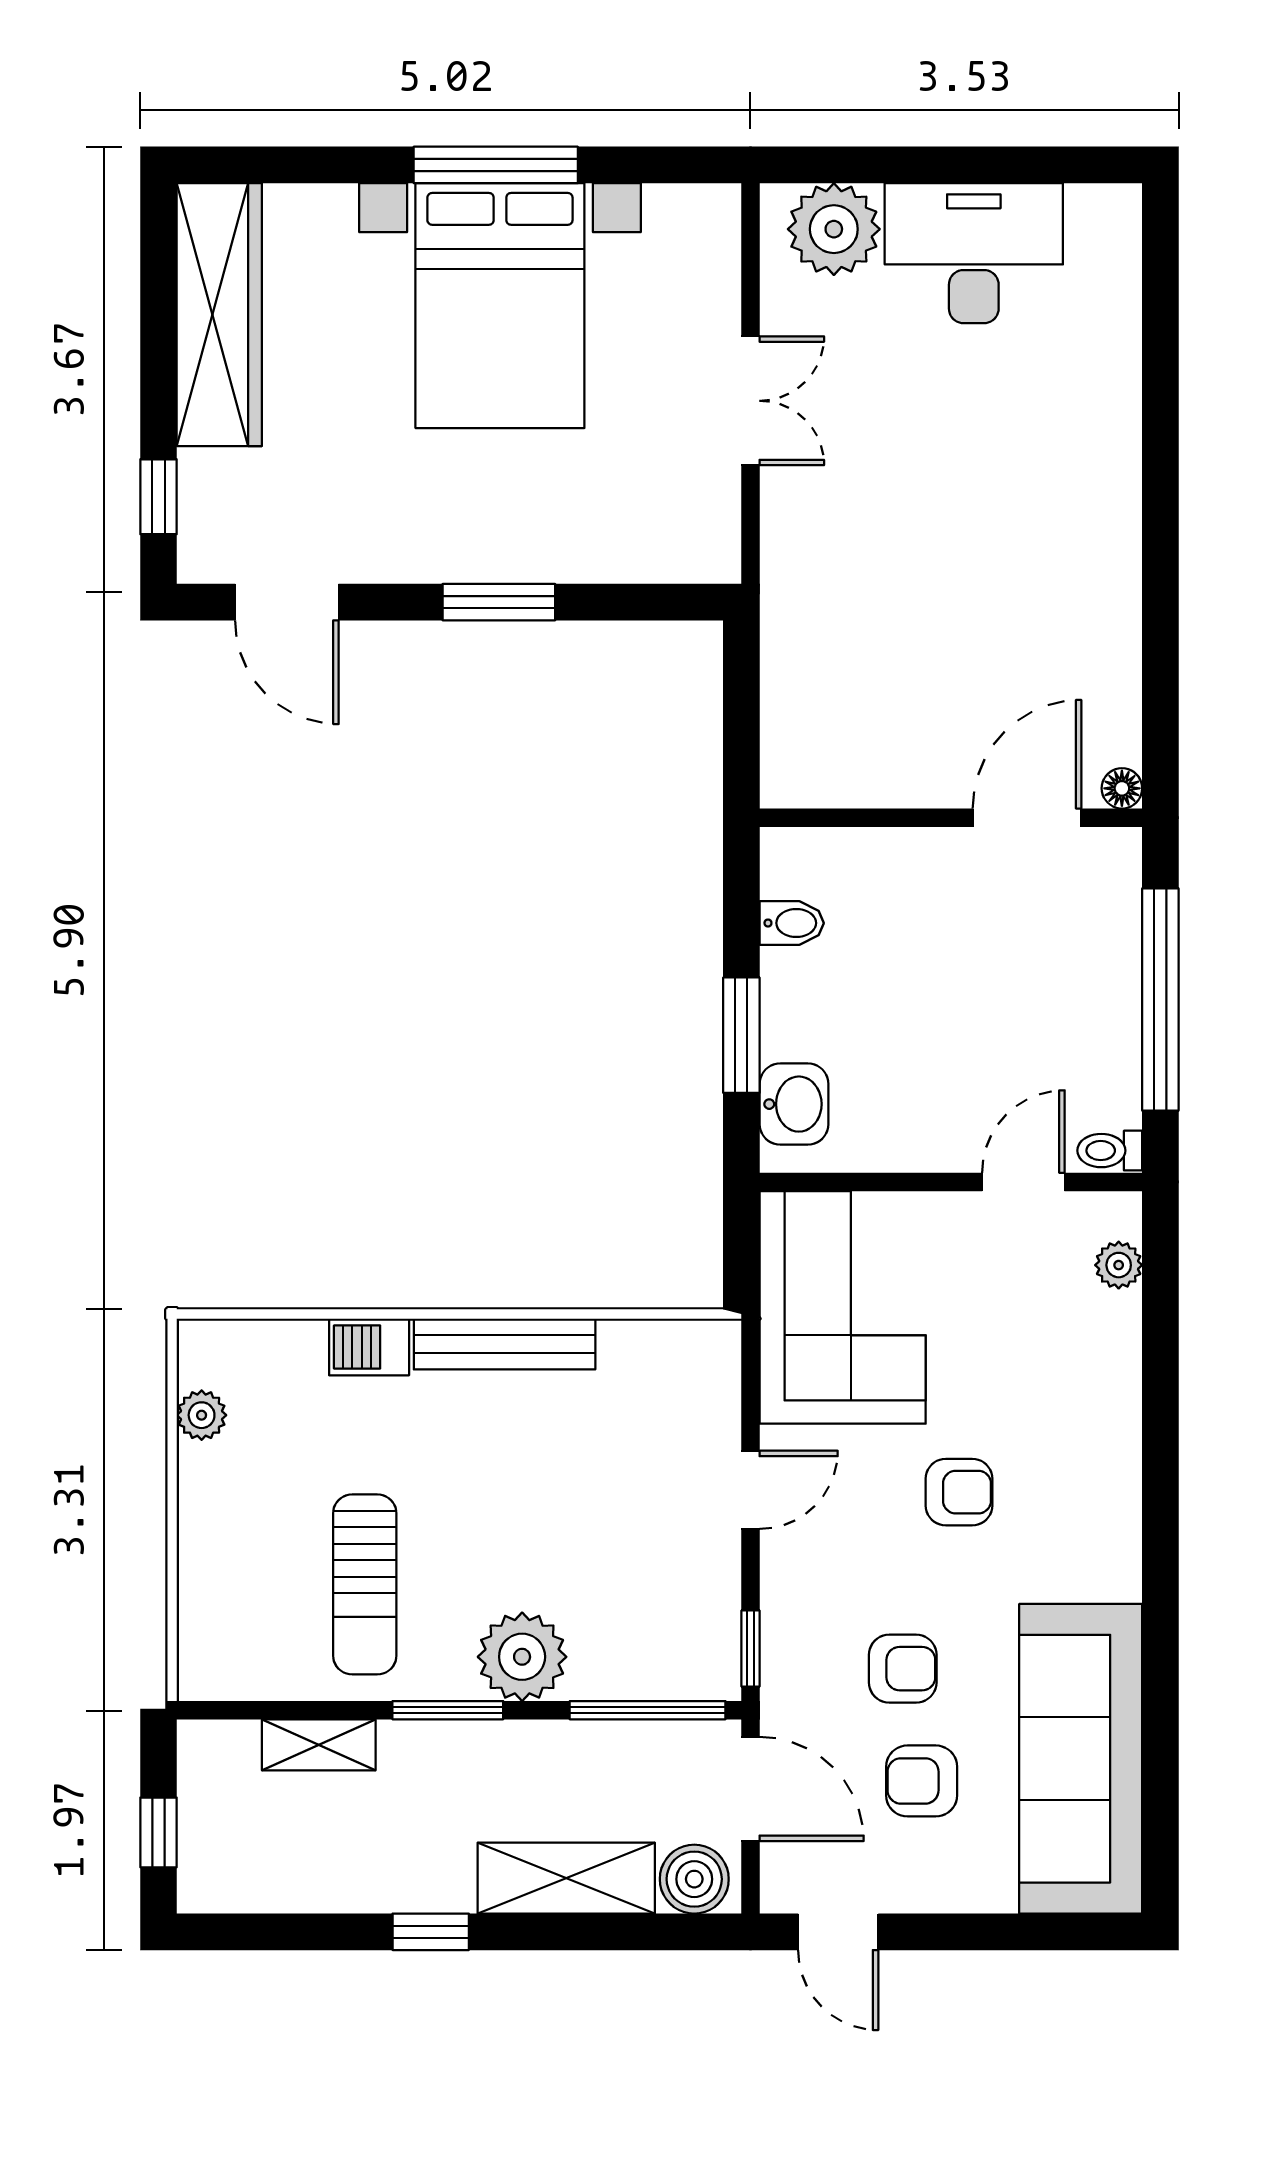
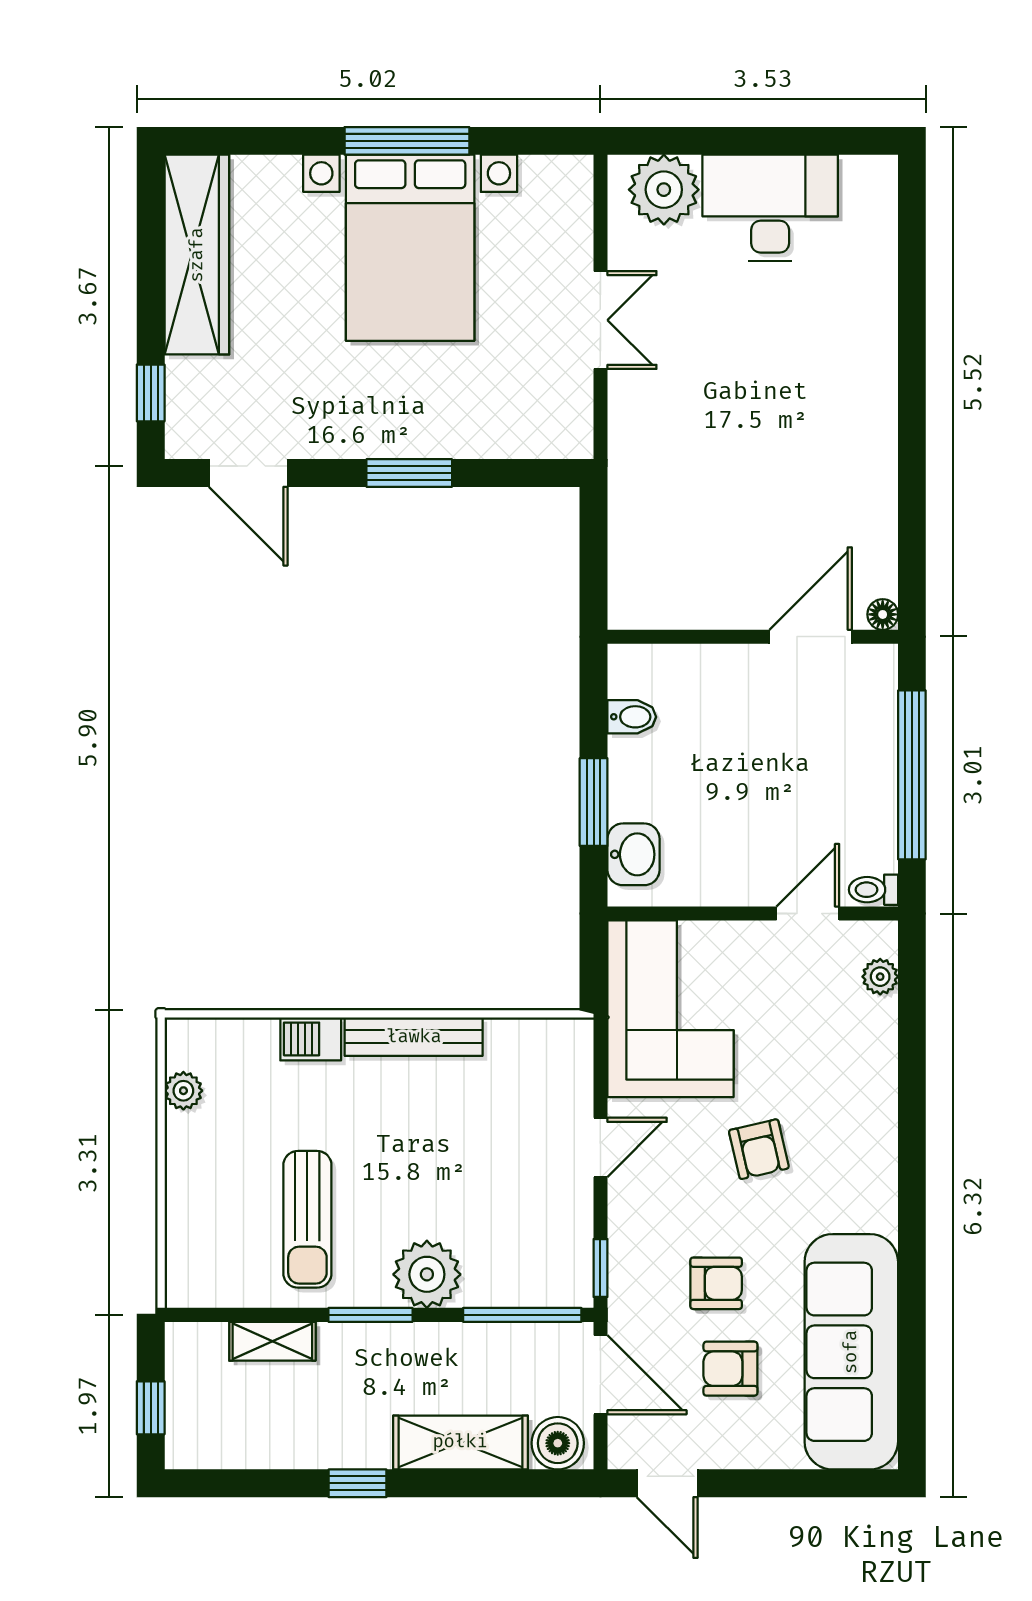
armchair: (959, 1492) -> (759, 1149), turned 77

